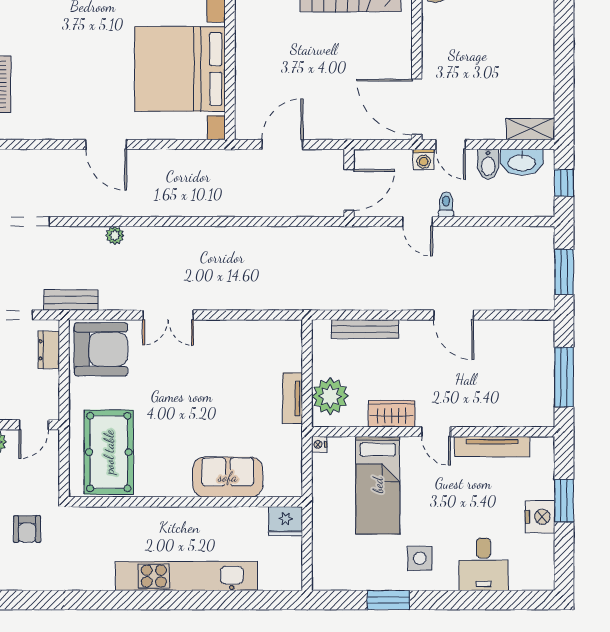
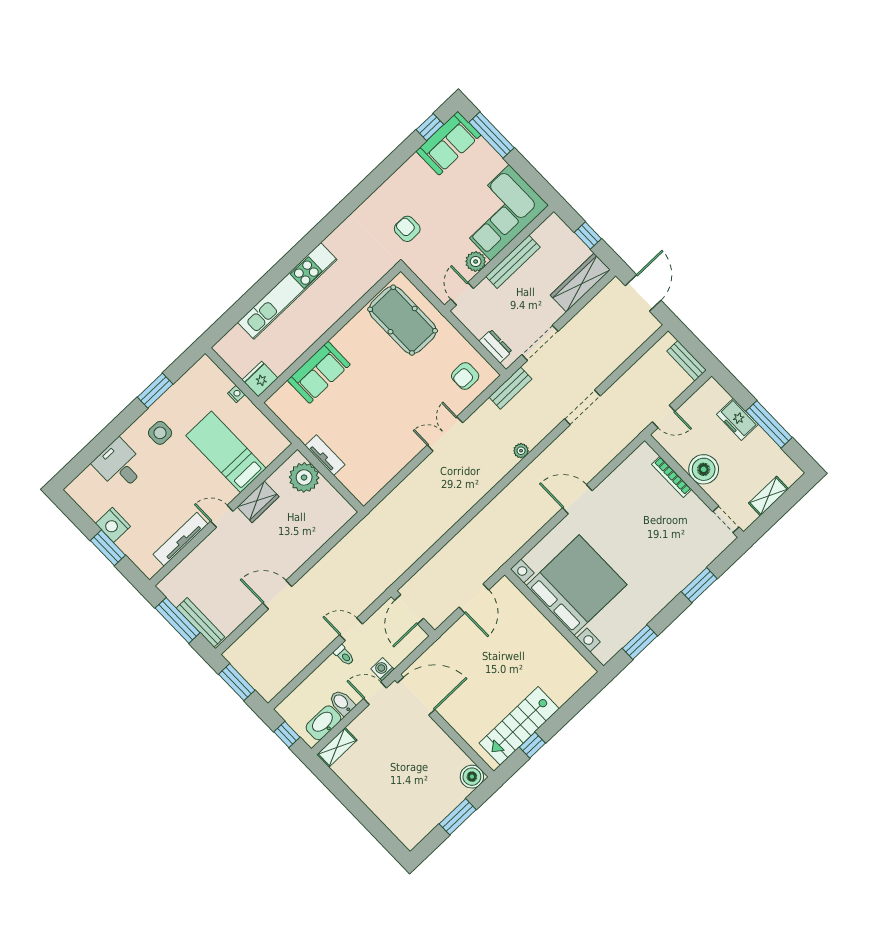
bench: (365, 329) -> (201, 622), moved, turned 90
armchair: (101, 349) -> (465, 376), width x0.53, depth x0.53
nightstand: (319, 444) -> (236, 394), moved

